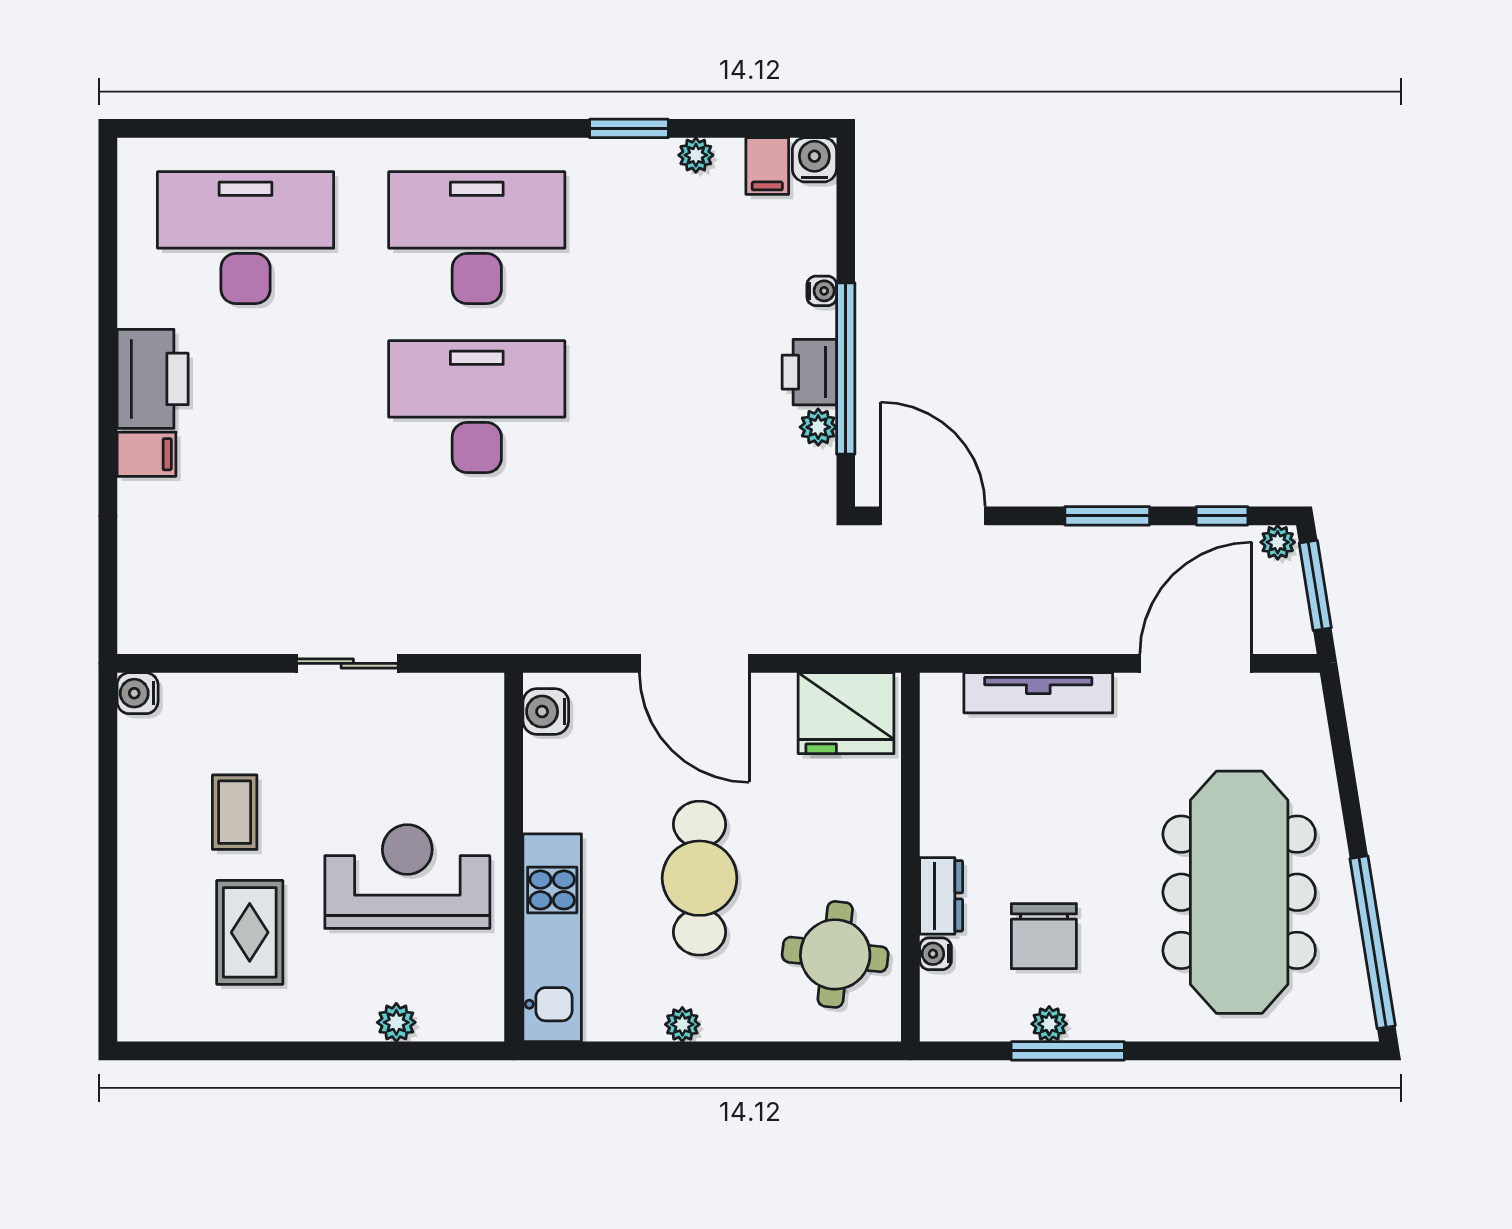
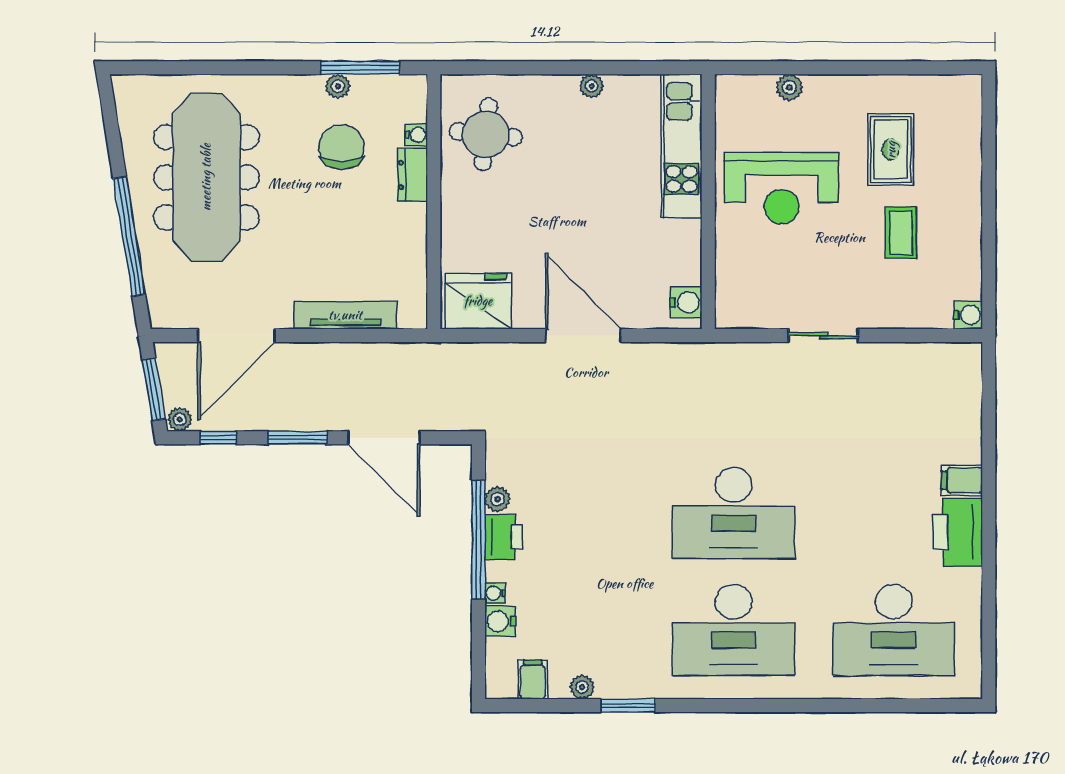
water cooler: (814, 160) -> (500, 621), moved, turned 90
door: (933, 516) -> (384, 438), moved
cafe table: (700, 878) -> (580, 187), removed
window: (1373, 942) -> (129, 236), moved
window: (1068, 1051) -> (360, 68), moved

